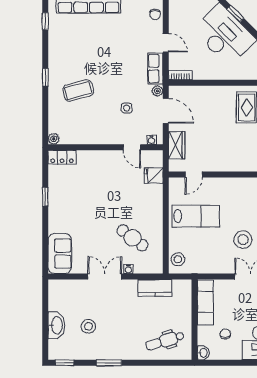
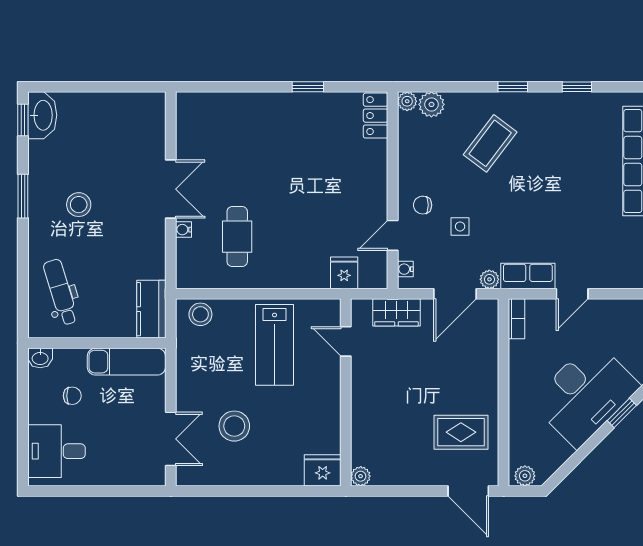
chair: (155, 14) -> (423, 205), moved
window: (45, 21) -> (577, 87), moved
coffee table: (78, 91) -> (490, 143), turned 52
plant: (56, 125) -> (431, 104), added
cafe table: (133, 238) -> (237, 237), turned -37
sofa: (60, 254) -> (210, 112), removed
kitchen counter: (155, 288) -> (151, 309), moved
washbasin: (56, 325) -> (42, 115), moved, turned -90
stool: (88, 326) -> (79, 205), moved

